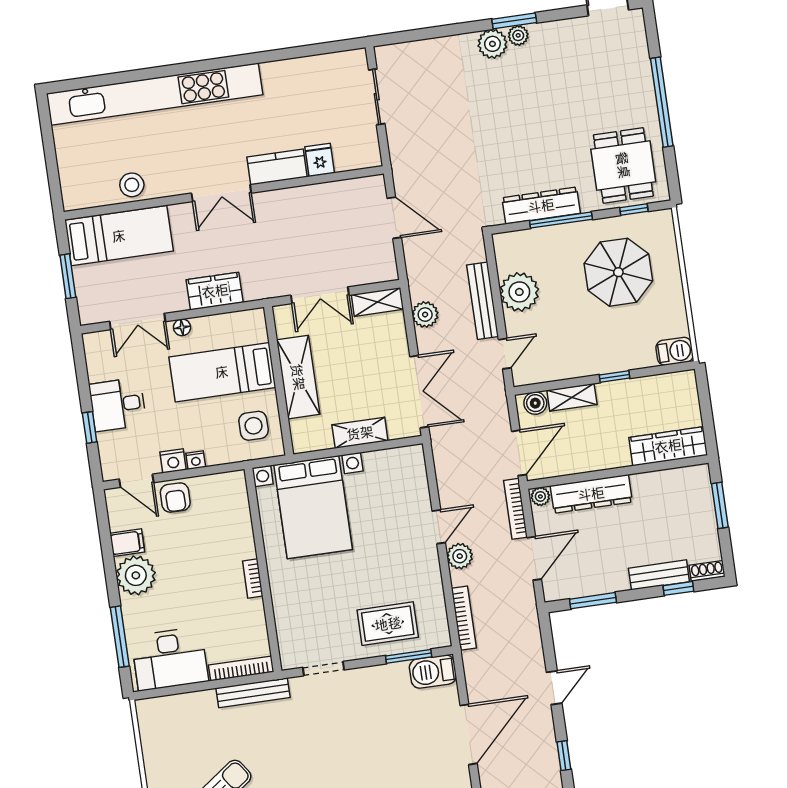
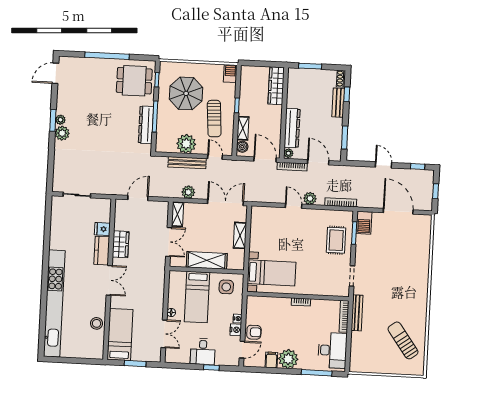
wardrobe: (215, 291) -> (121, 244), moved, turned 180
sun lounger: (580, 337) -> (214, 119), added
bed with nightstands: (313, 507) -> (272, 273), width x0.73

